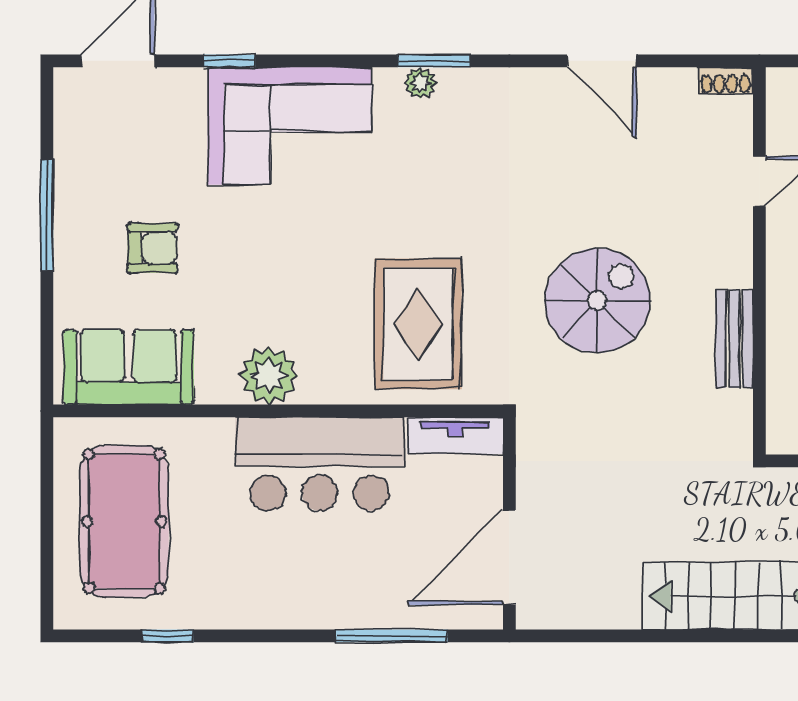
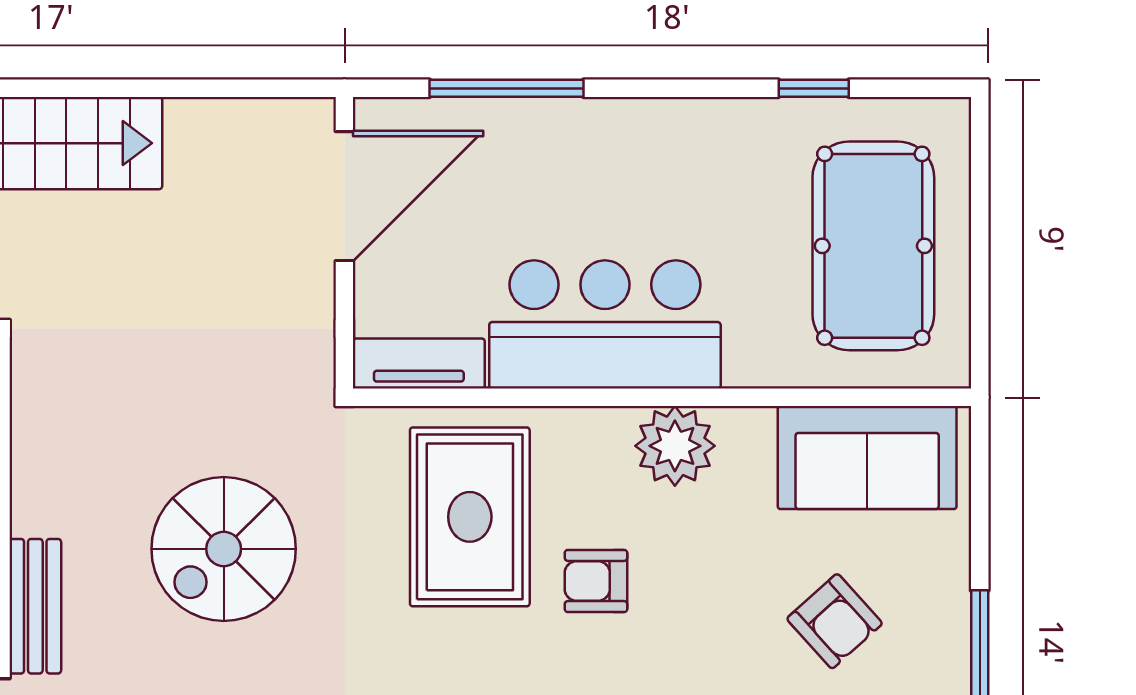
armchair: (152, 248) -> (835, 621), turned -132
armchair: (326, 277) -> (596, 581), added
bench: (734, 339) -> (35, 606), moved

